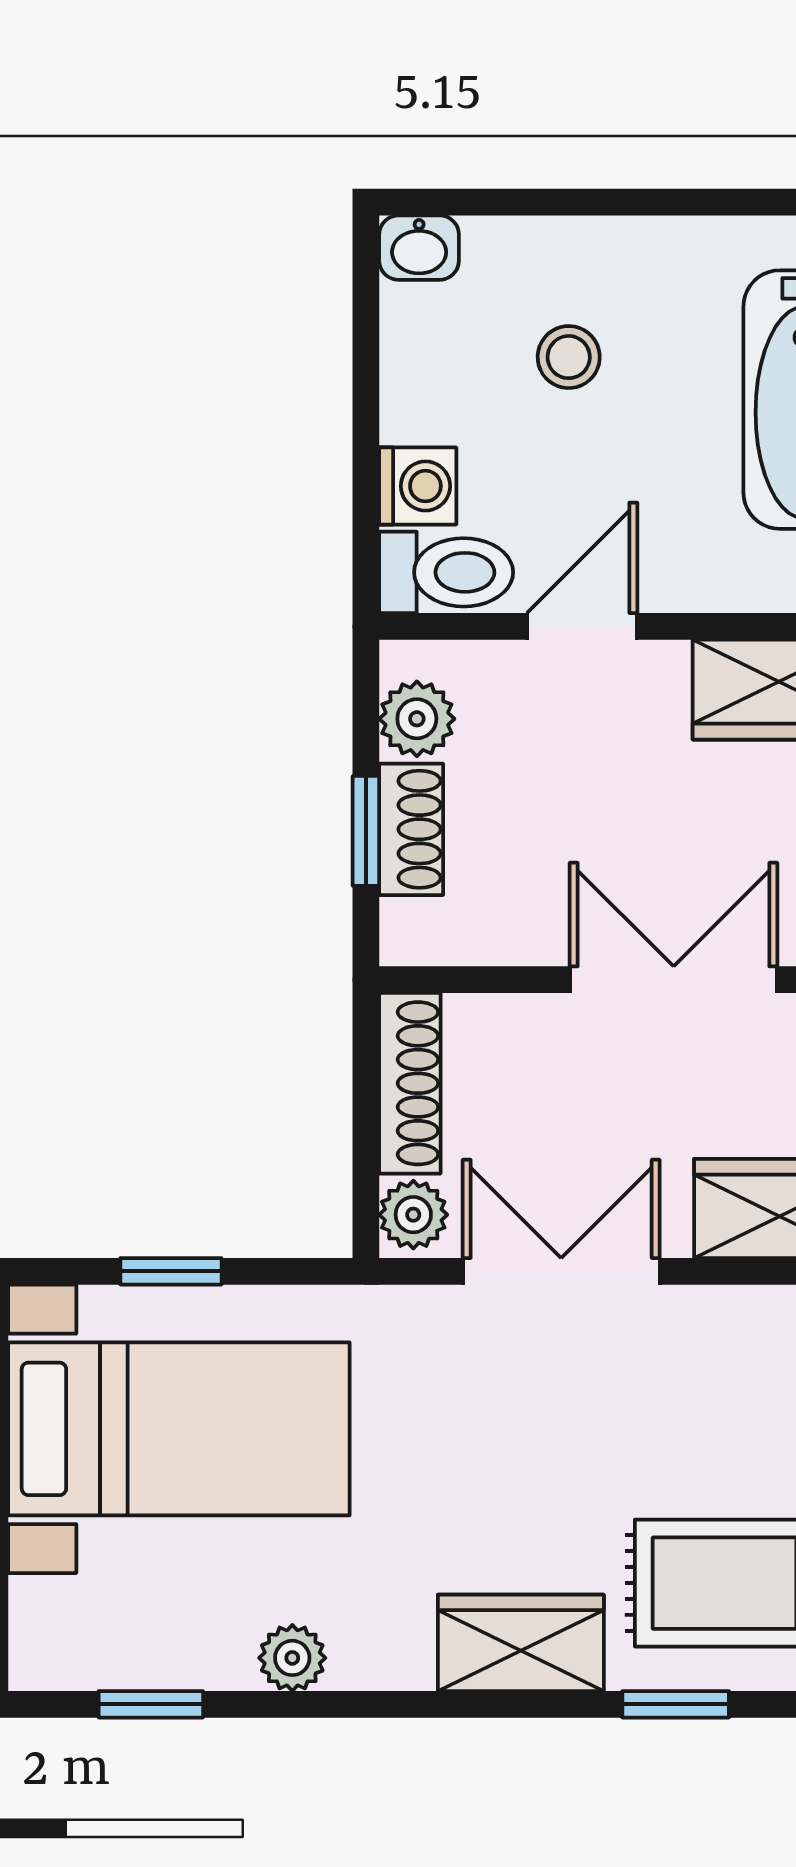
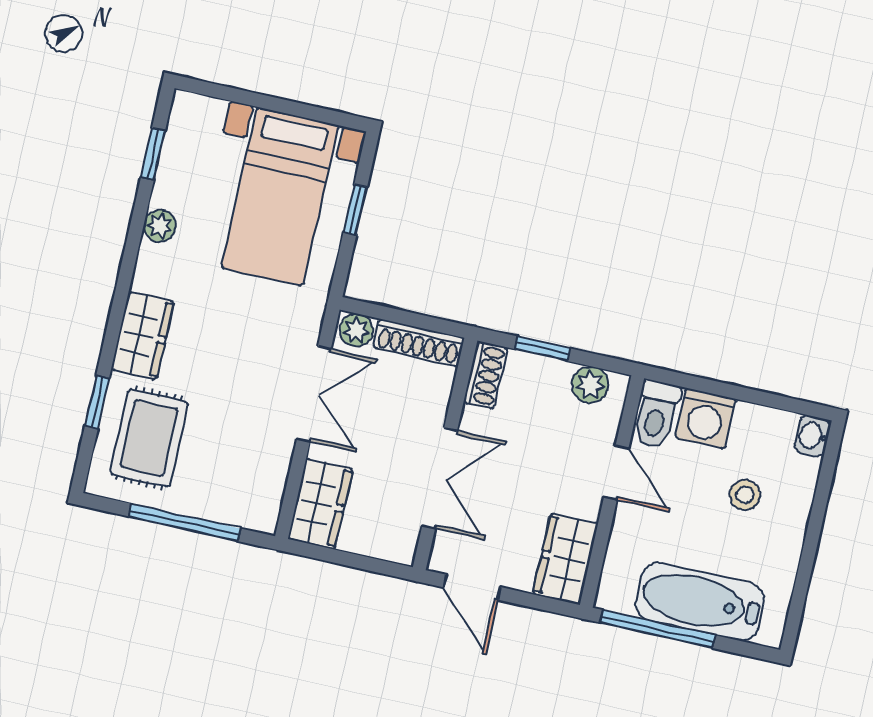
washing machine: (418, 486) -> (705, 418), width x1.38, depth x1.38
shoe rack: (411, 829) -> (485, 375), moved, turned -90

